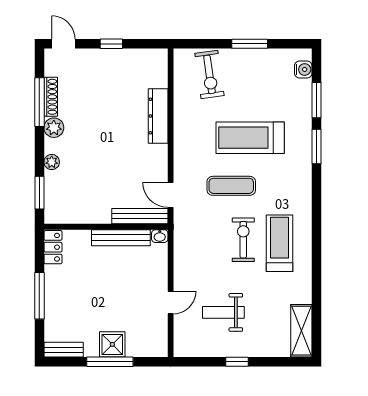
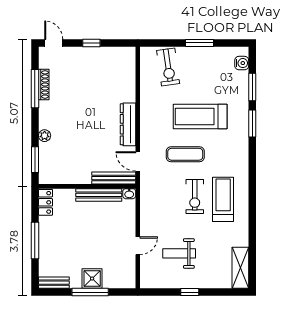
dresser: (158, 116) -> (128, 124), moved
plant: (54, 128) -> (46, 109), removed
exercise bike: (243, 240) -> (195, 196), turned 180

